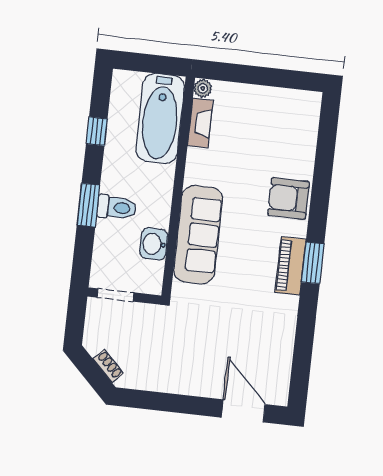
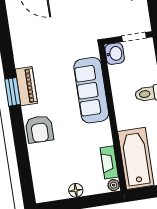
floor lamp: (260, 96) -> (76, 190), added
armchair: (288, 198) -> (39, 129), turned 90
washbasin: (154, 244) -> (115, 54), moved

